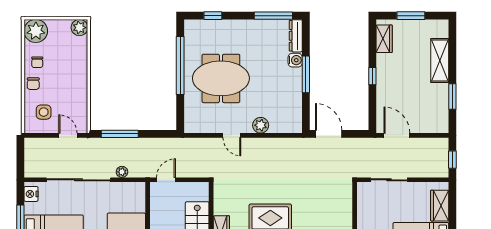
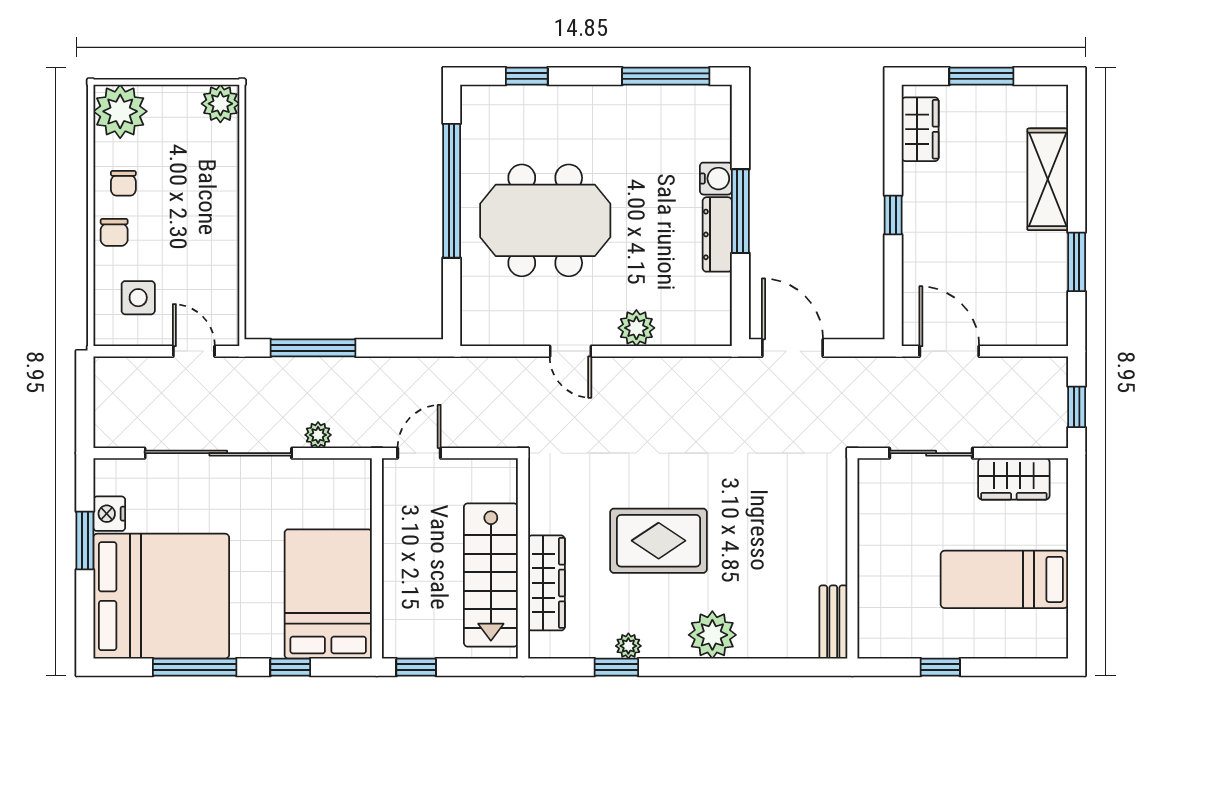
dresser: (296, 36) -> (717, 234), moved
nightstand: (31, 194) -> (109, 514), moved
wardrobe: (440, 206) -> (1014, 479), moved, turned -90

